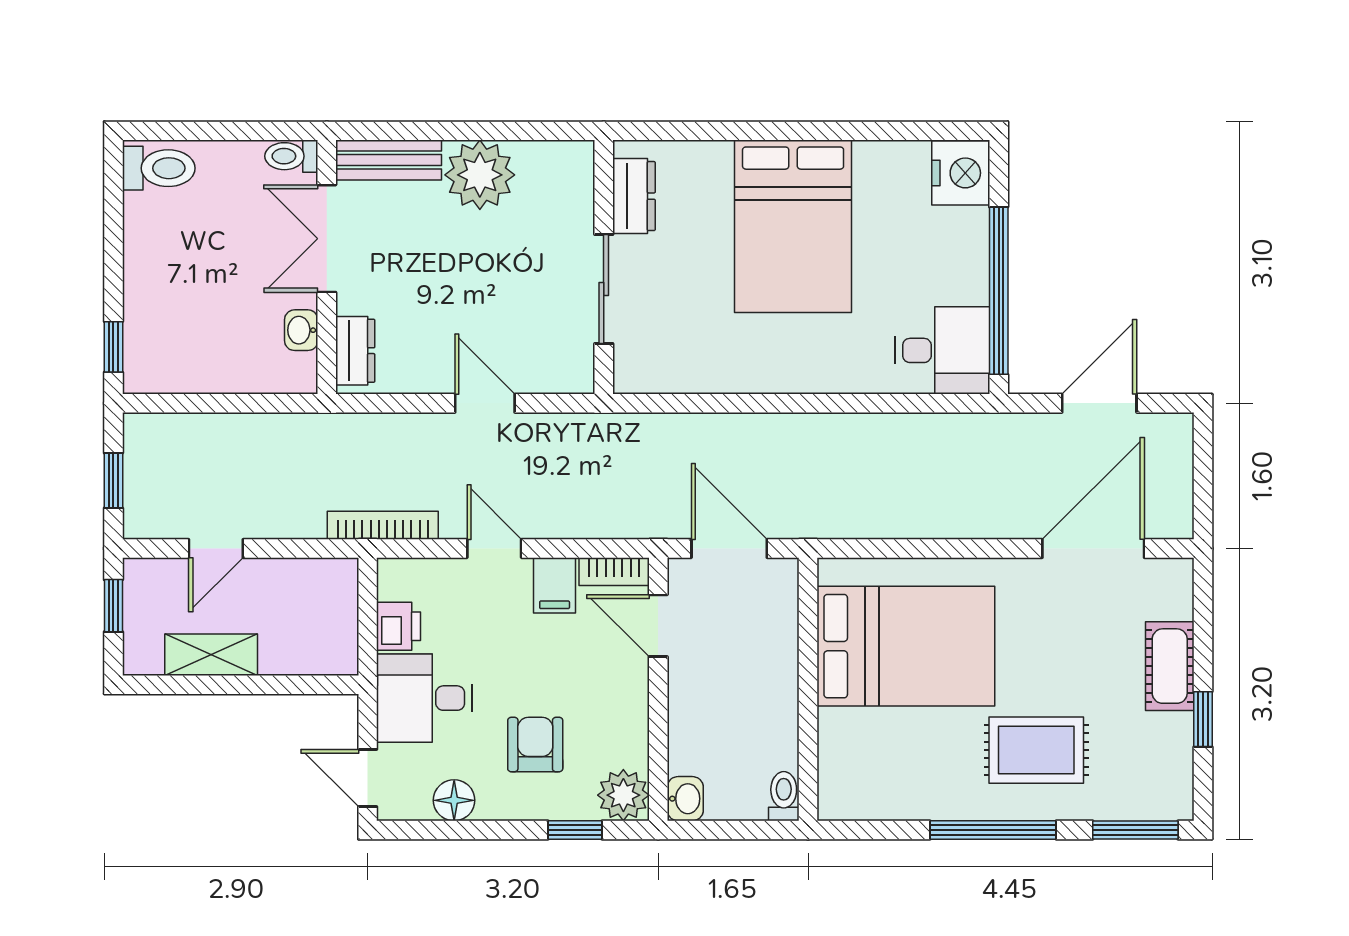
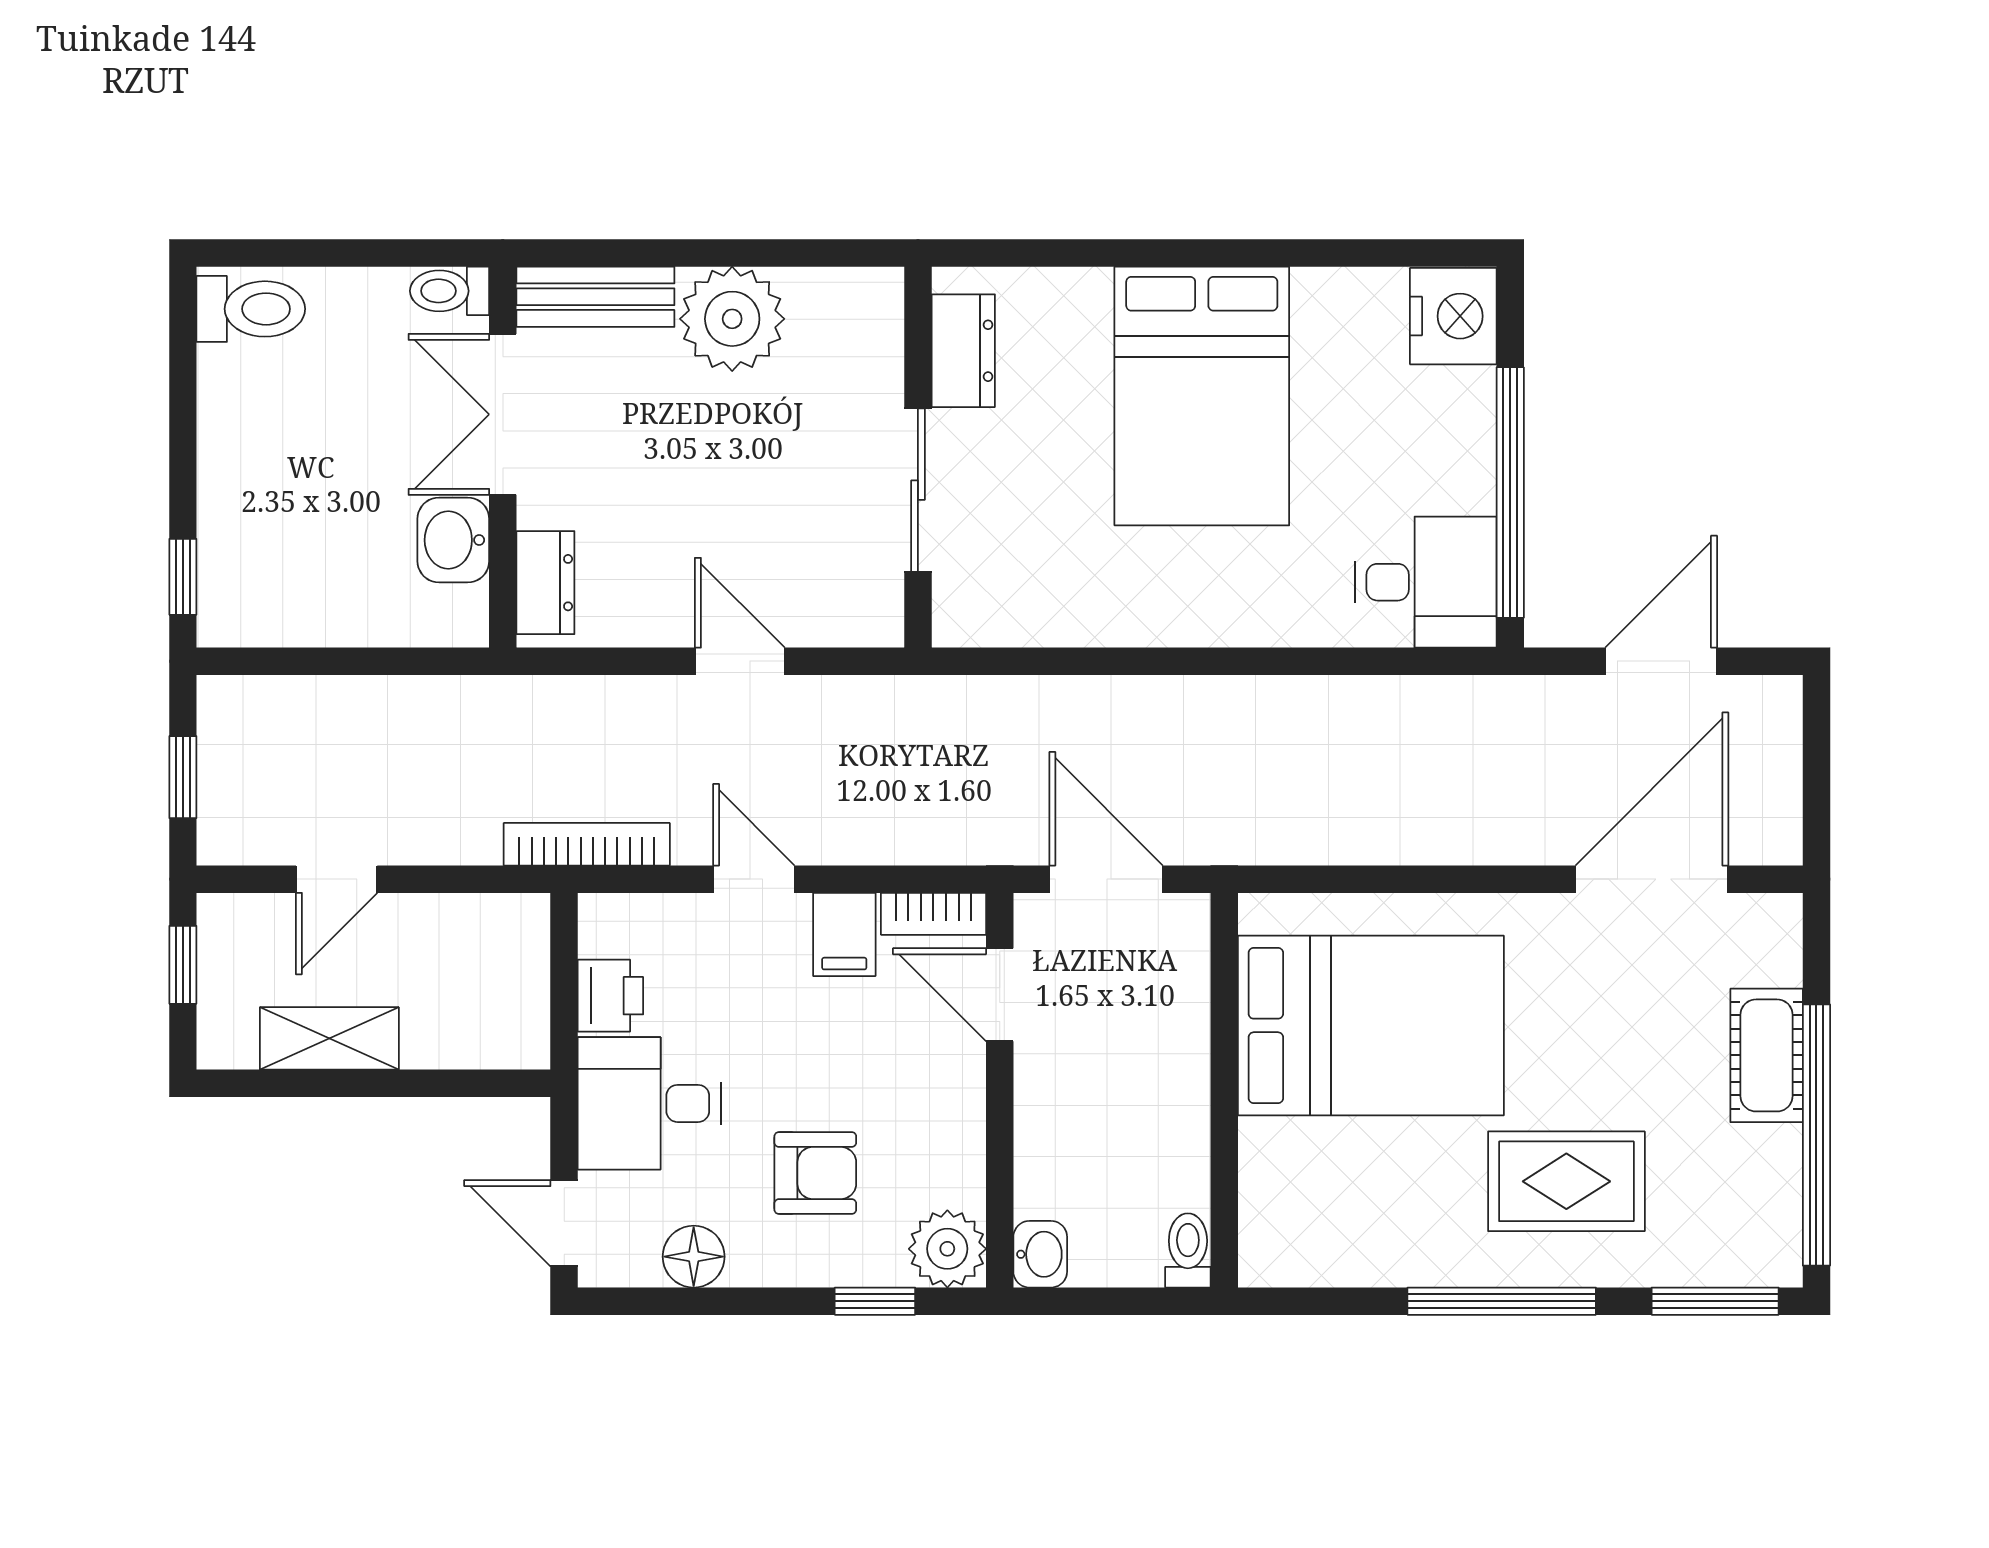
washbasin: (301, 330) -> (453, 540), width x1.38, depth x1.45
window: (1203, 719) -> (1816, 1135), width x3.17
armchair: (535, 745) -> (815, 1173), turned 90

